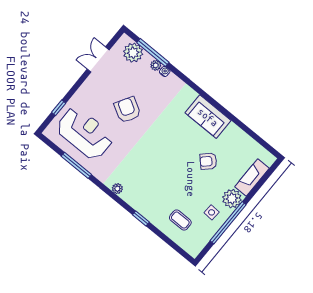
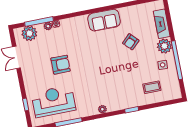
armchair: (127, 110) -> (61, 65), turned 150

